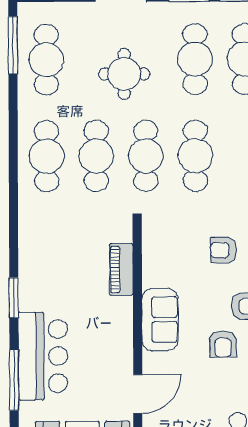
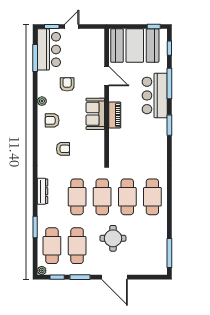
cafe table: (46, 60) -> (152, 246), removed
piano: (121, 269) -> (115, 115), moved
armchair: (223, 344) -> (67, 84), moved
door: (138, 394) -> (107, 76), swing flipped

